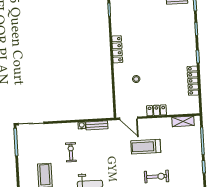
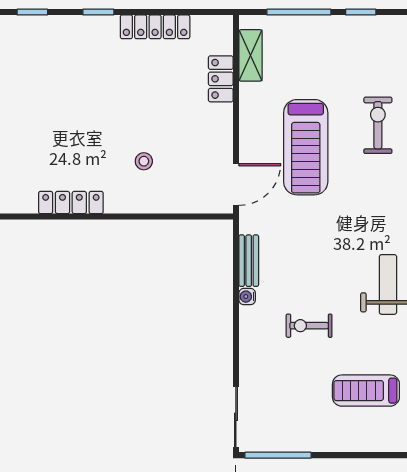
locker: (156, 110) -> (221, 79), moved
treadmill: (146, 147) -> (306, 147), width x1.37, depth x1.38

